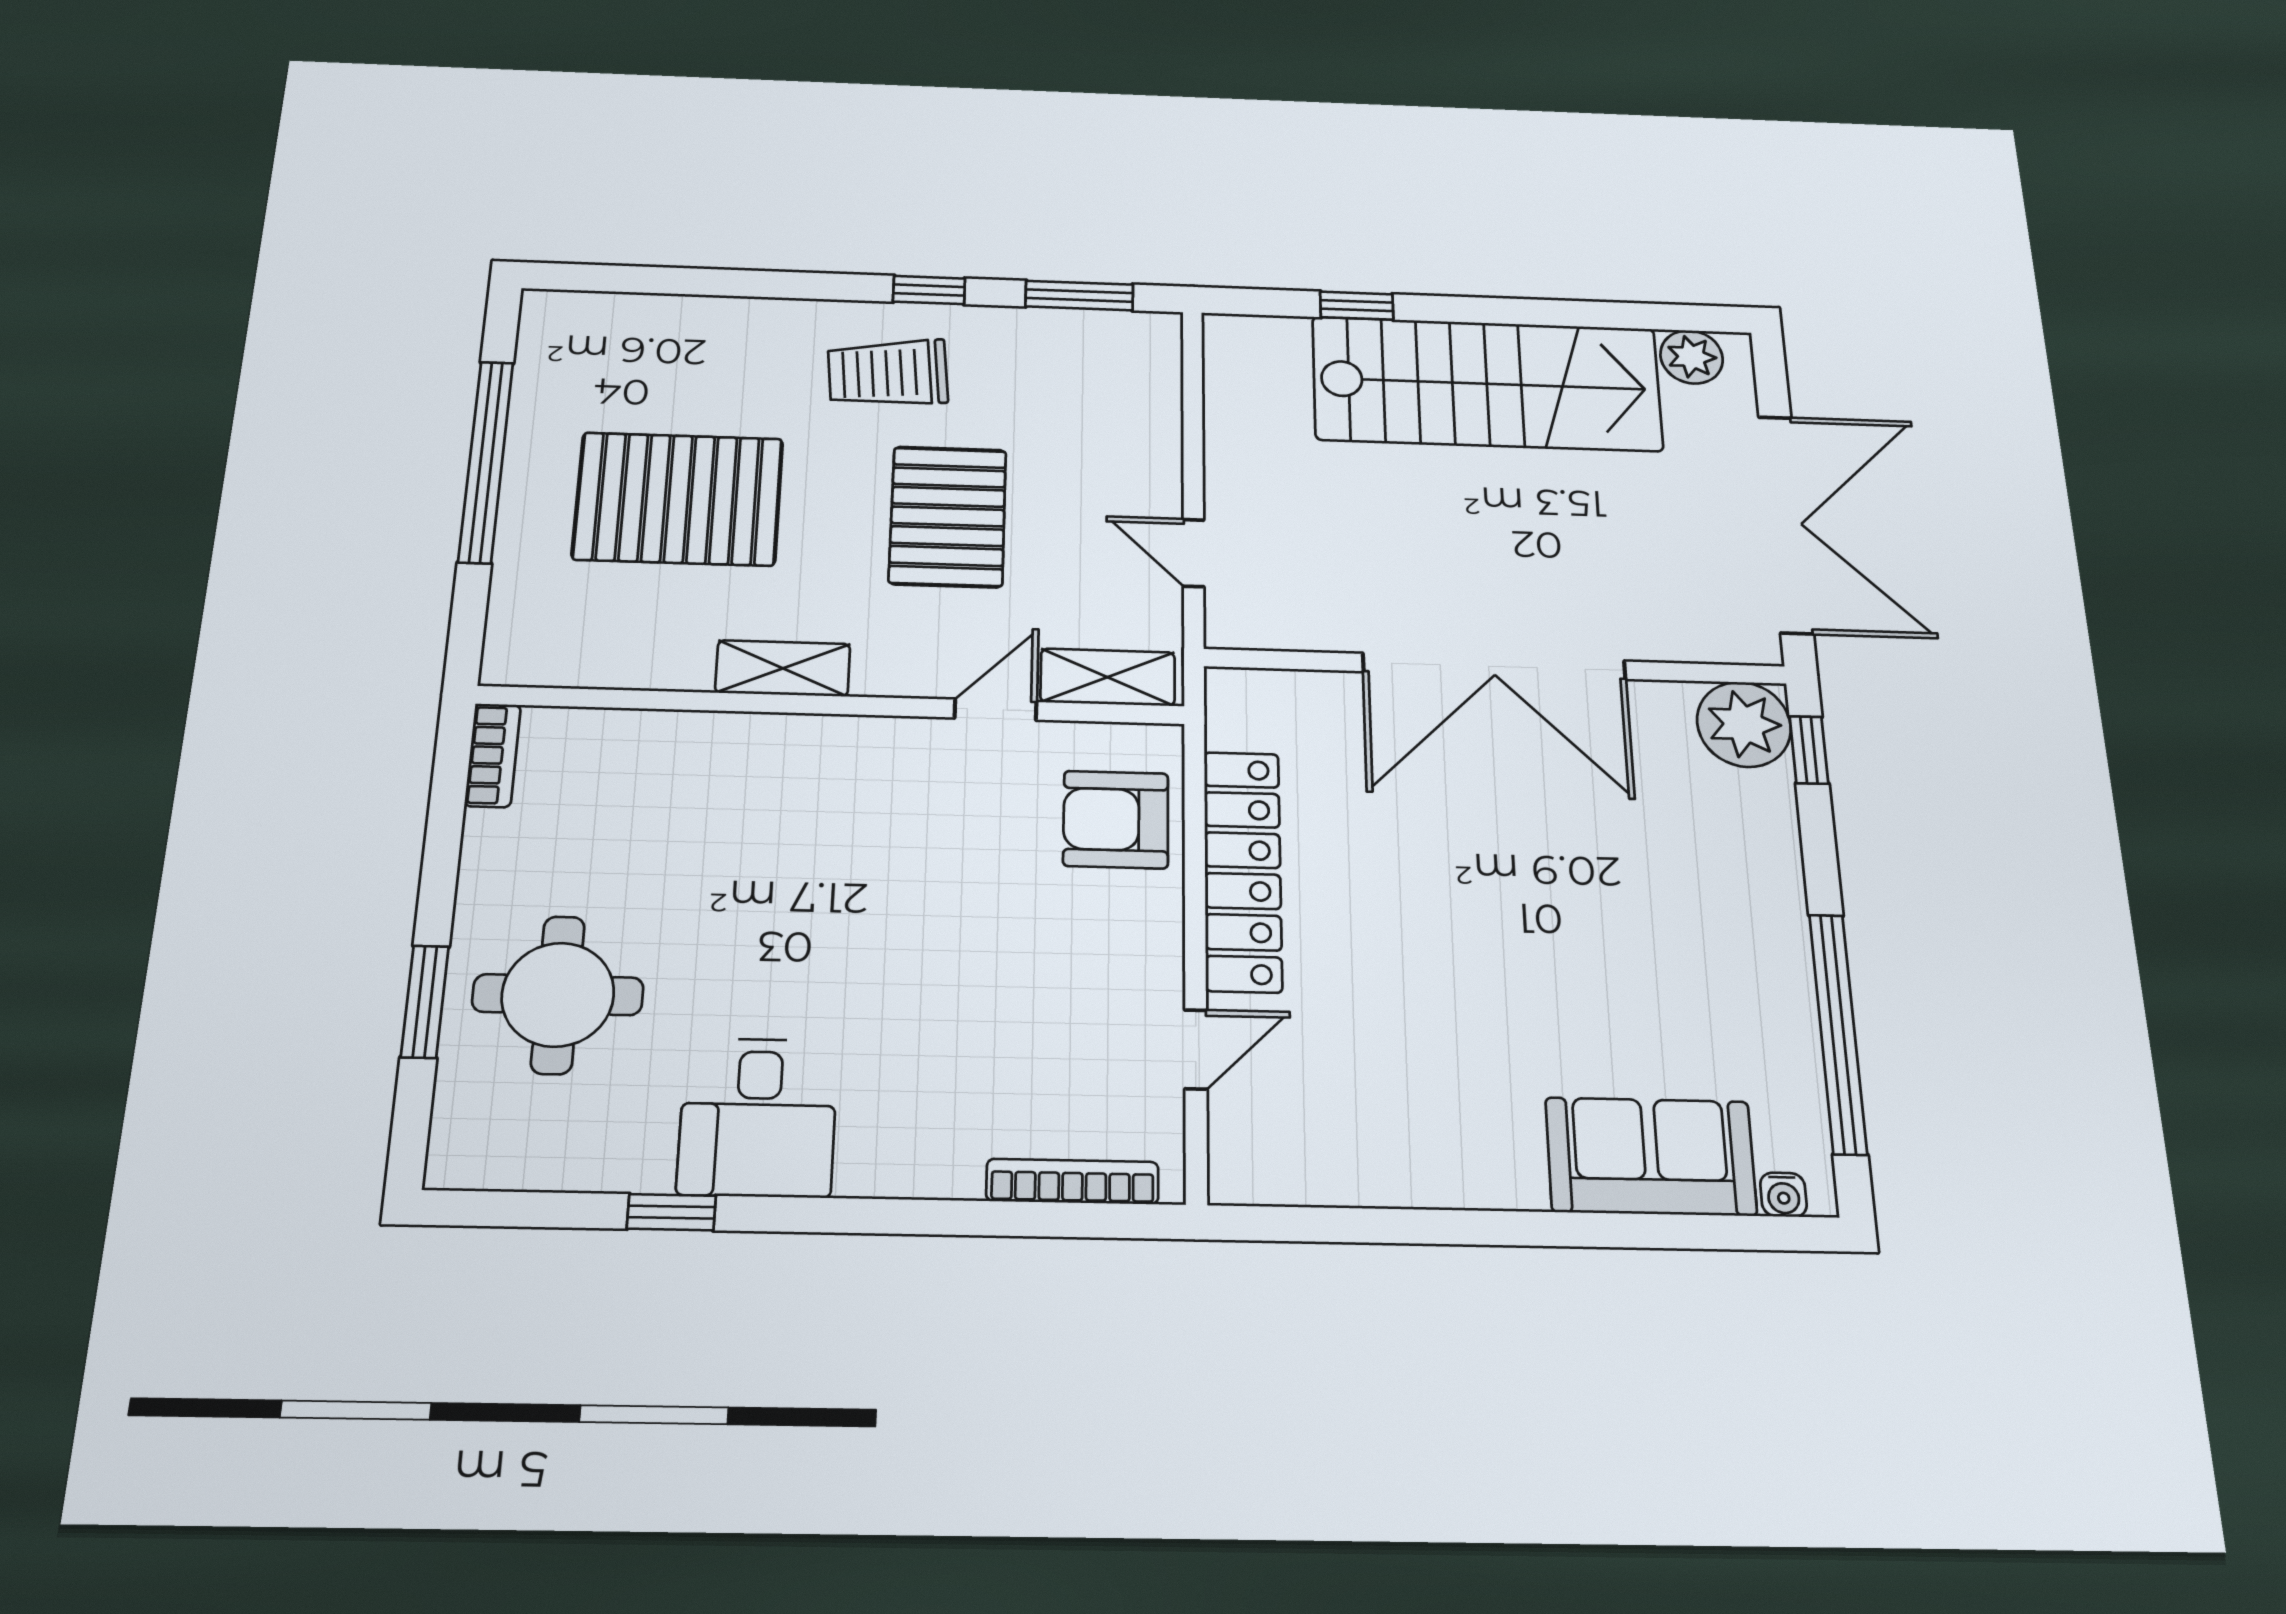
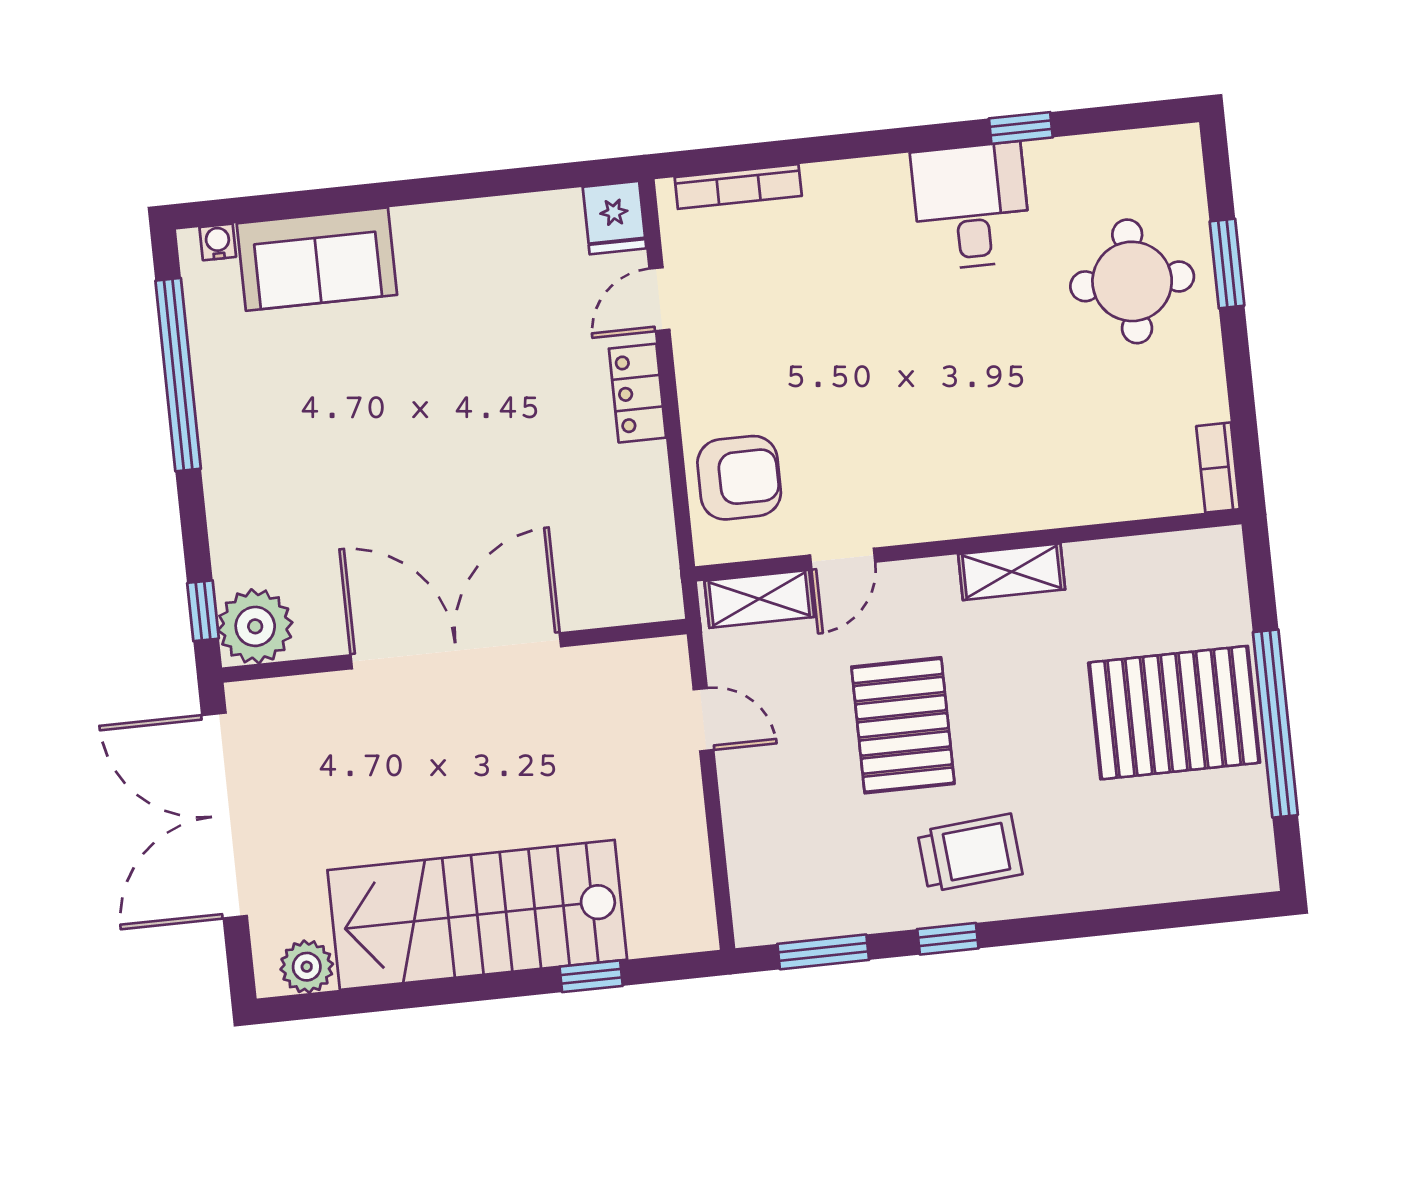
pallet: (678, 499) -> (1174, 713), moved
locker: (1243, 871) -> (637, 393), width x0.46, depth x0.83
fridge: (1246, 1161) -> (614, 218), added

